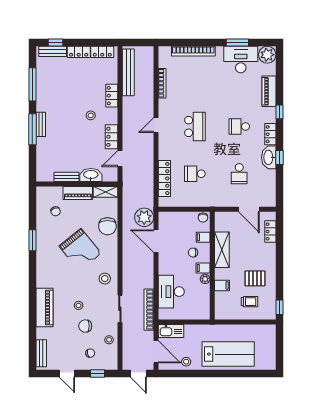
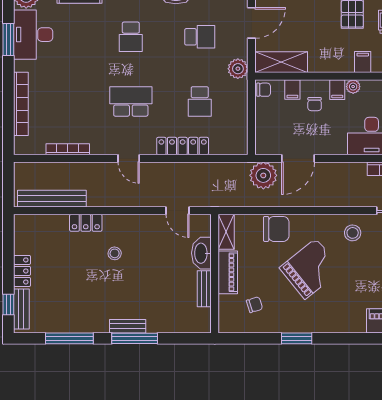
locker: (102, 52) -> (22, 237), removed
locker: (111, 137) -> (146, 223), removed
locker: (164, 178) -> (183, 146), moved
plant: (217, 200) -> (238, 69), added
shelving: (222, 250) -> (281, 62), moved

